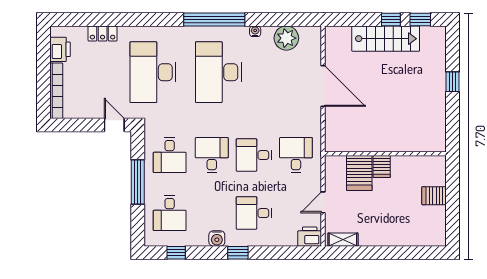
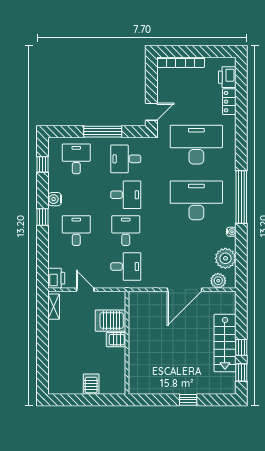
plant: (313, 47) -> (218, 281), added
printer: (60, 49) -> (227, 77), moved, turned 90
desk: (170, 213) -> (76, 159), turned 90

